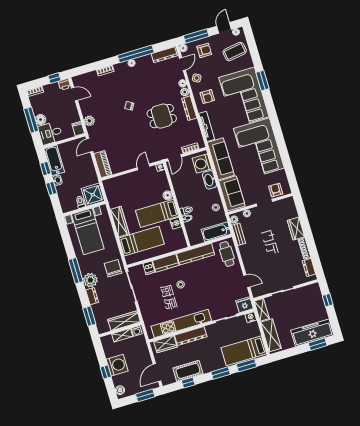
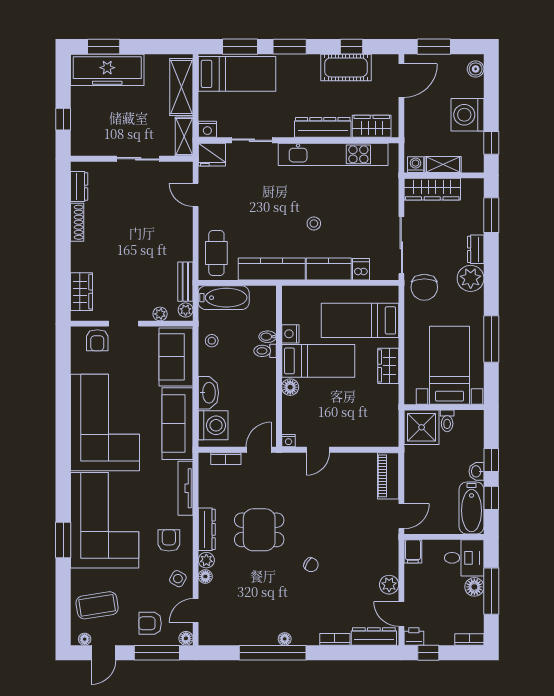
dresser: (164, 55) -> (374, 636), moved
plant: (89, 121) -> (389, 585), moved
wardrobe: (120, 222) -> (388, 366), width x0.67
wardrobe: (296, 229) -> (82, 292), moved
window: (76, 271) -> (491, 339), moved
window: (106, 372) -> (491, 143), moved

